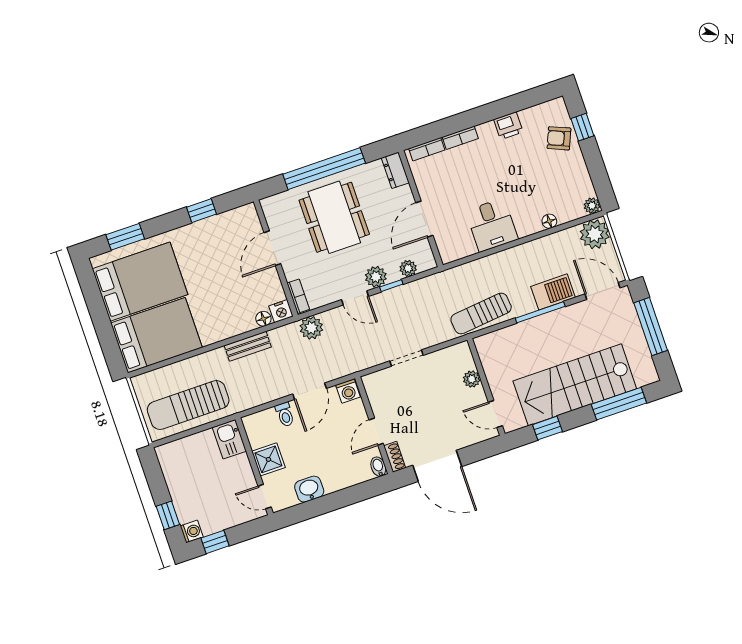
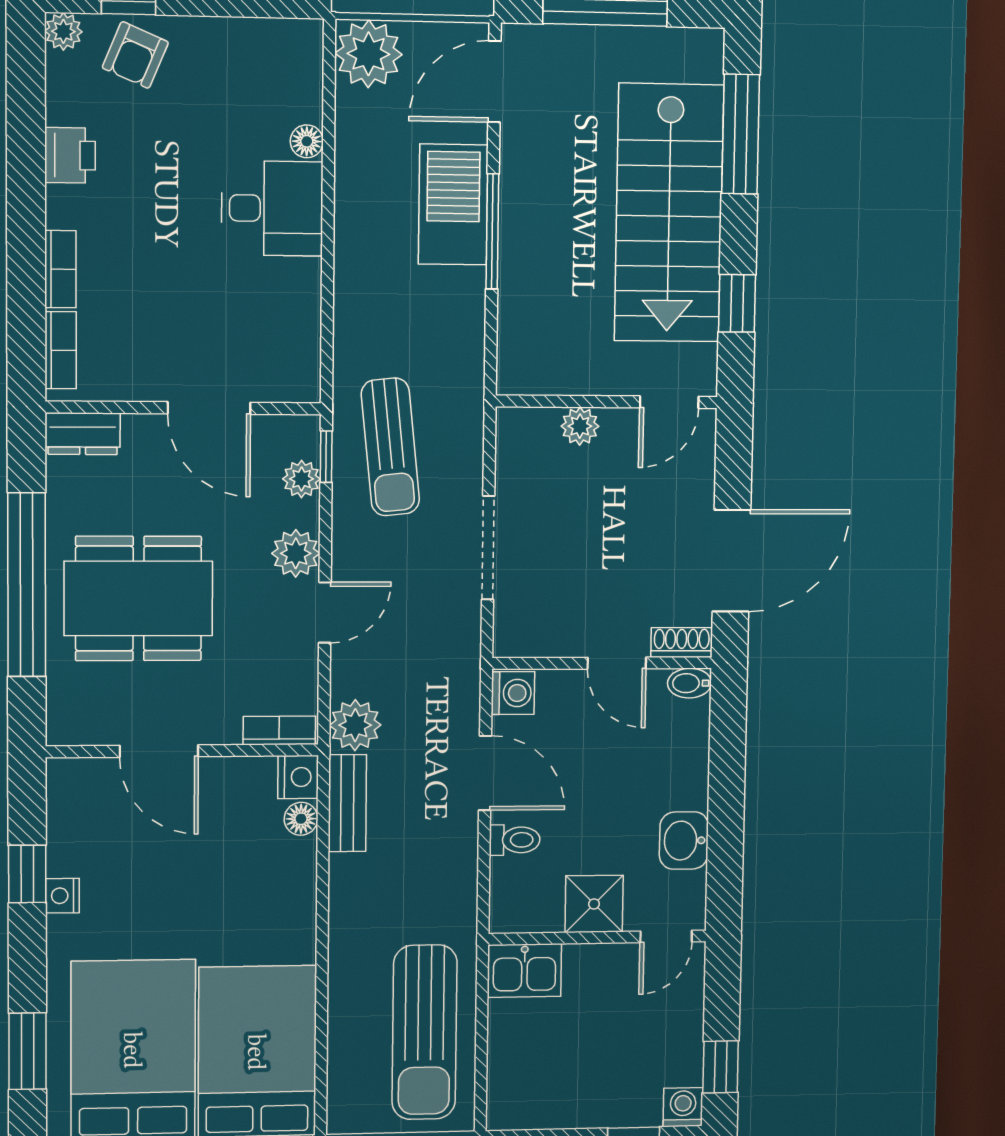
plant: (592, 206) -> (63, 31), moved
desk: (492, 225) -> (272, 208), moved
nightstand: (197, 229) -> (62, 896), added
window: (391, 286) -> (326, 457), moved
barbecue: (553, 292) -> (453, 205), width x1.37, depth x1.21
sun lounger: (481, 313) -> (390, 447), moved
bench: (248, 346) -> (347, 803), moved
doorway: (406, 358) -> (488, 548), width x1.38

